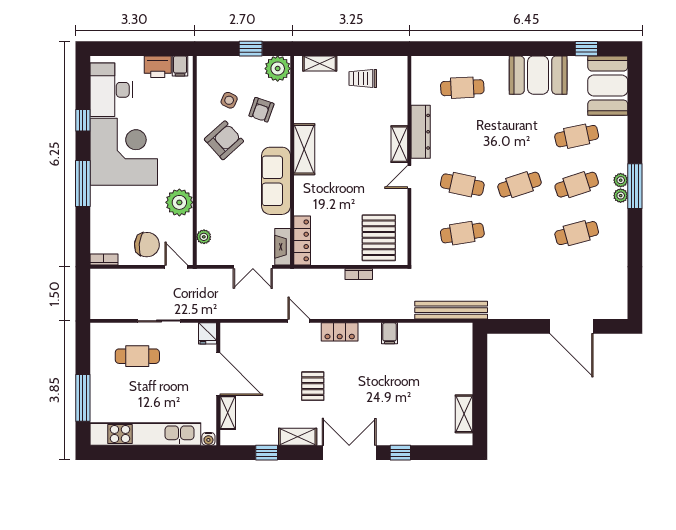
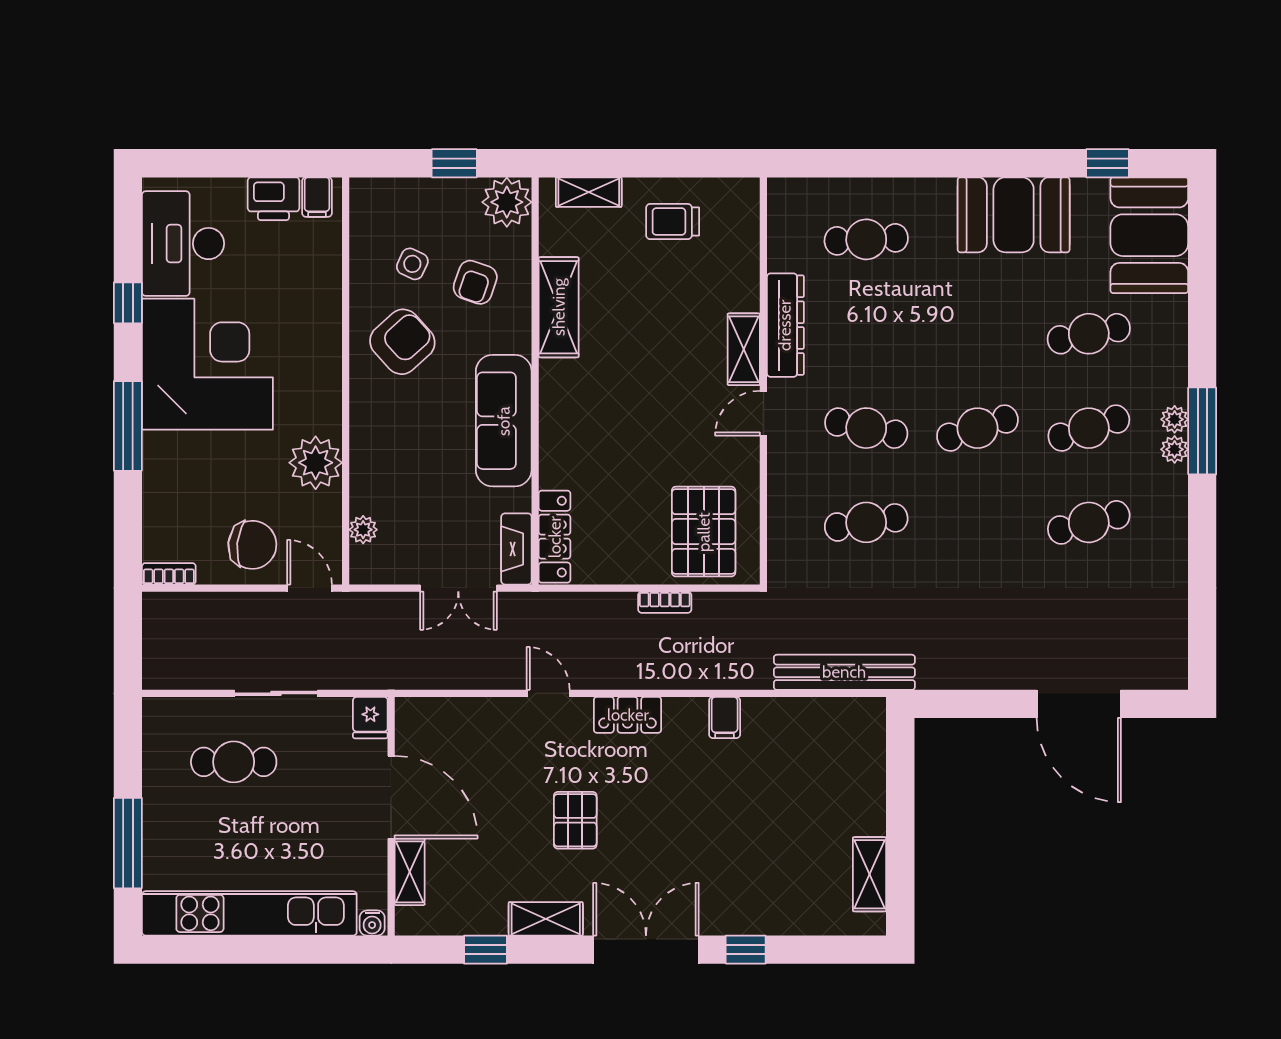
shelving: (304, 149) -> (559, 307), moved

